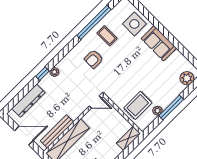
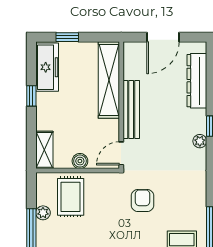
armchair: (94, 59) -> (143, 201), moved
boiler: (117, 117) -> (80, 161), added
bench: (57, 131) -> (131, 110), moved

